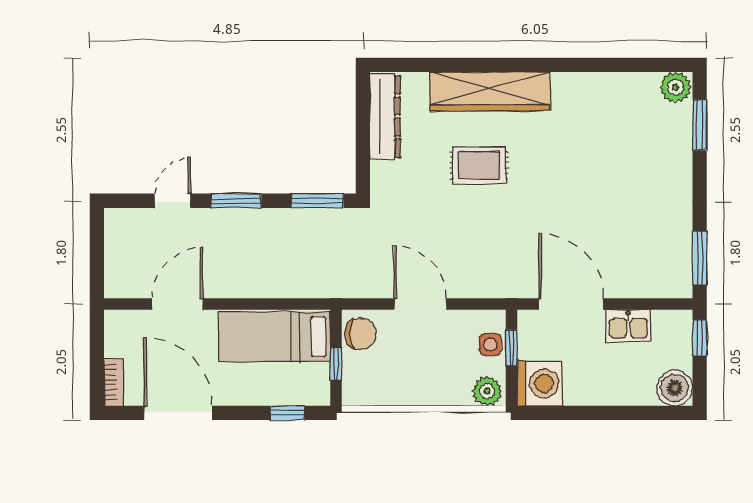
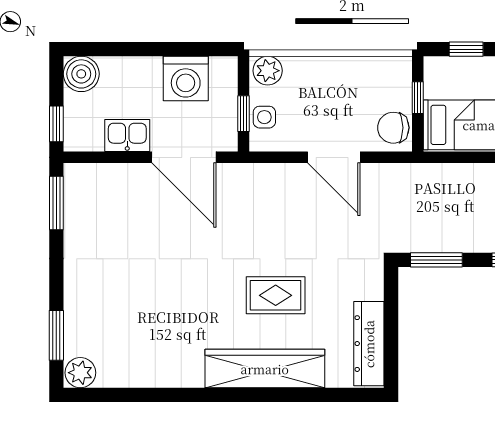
washing machine: (540, 383) -> (186, 78), moved, turned -90

